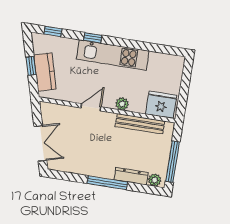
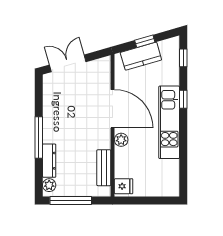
fridge: (161, 105) -> (124, 186), width x0.53, depth x0.75
door: (91, 107) -> (113, 109), width x1.87
bench: (140, 124) -> (104, 168), width x0.73
double door: (40, 143) -> (68, 63), swing flipped

